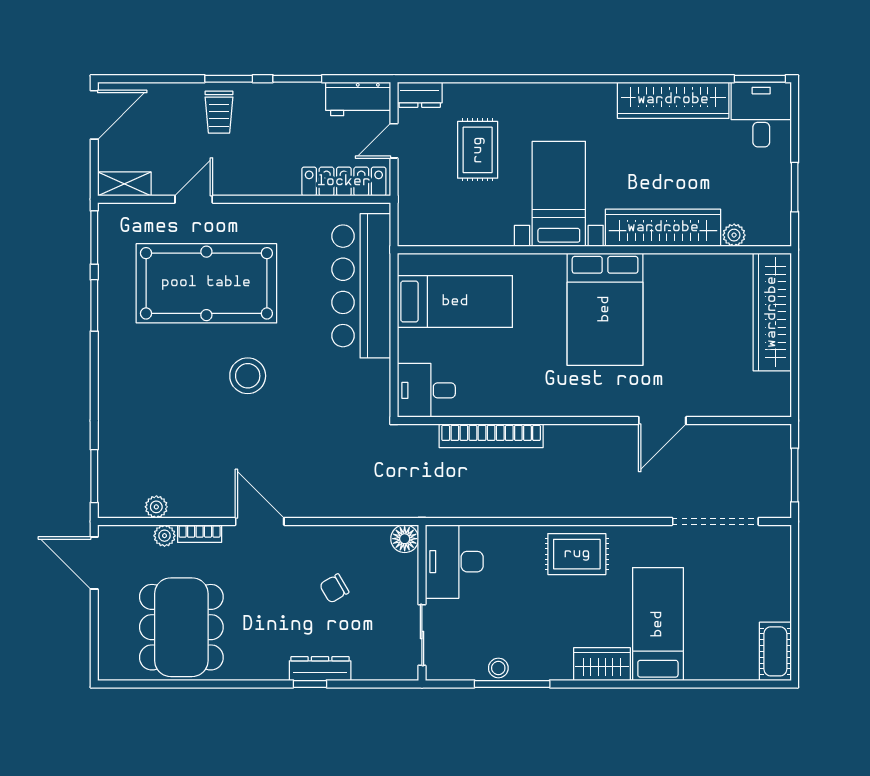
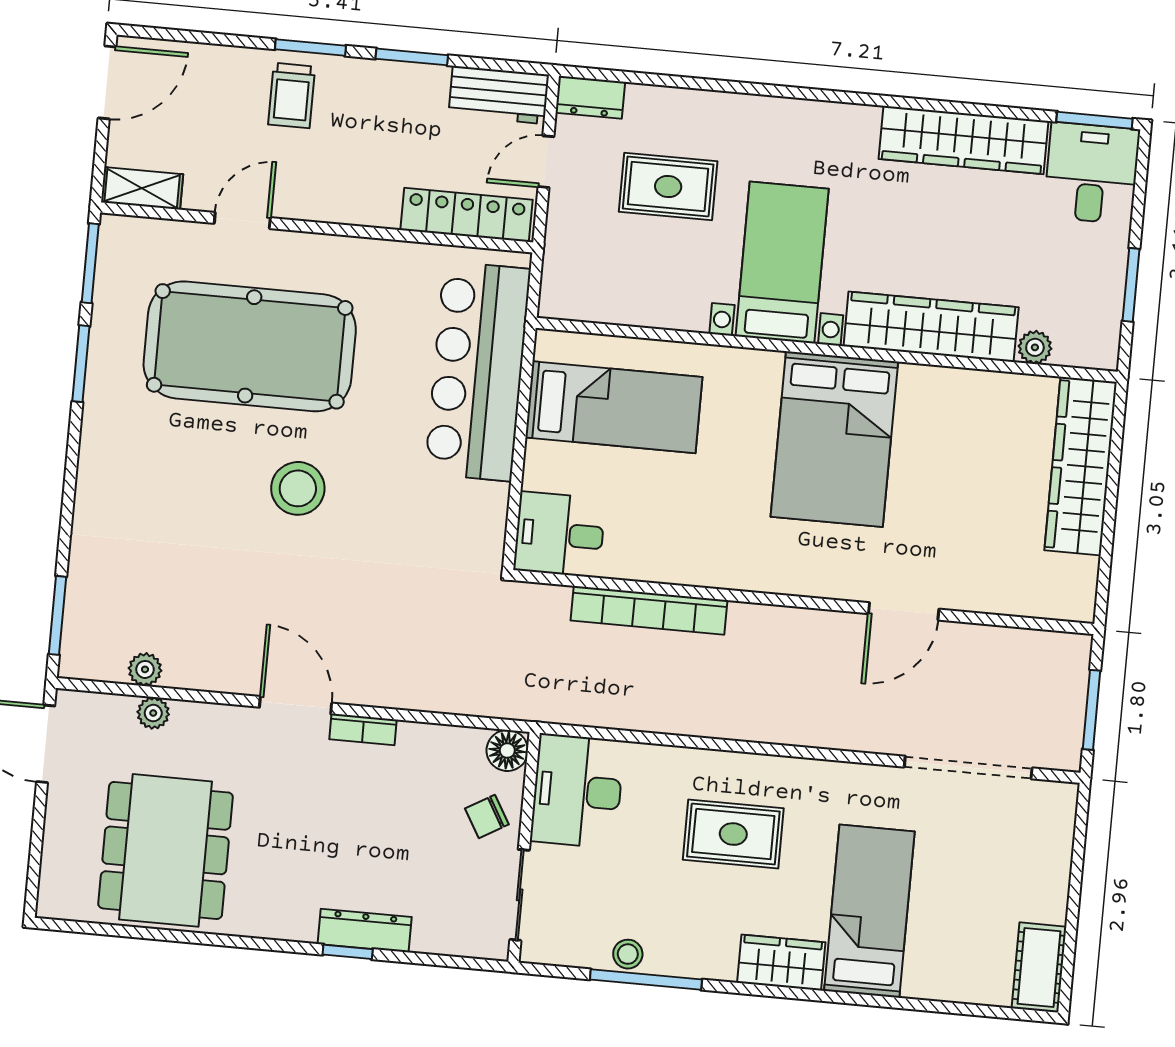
rug: (478, 150) -> (668, 186), turned 90
bookcase: (200, 534) -> (363, 729), moved
rug: (577, 554) -> (733, 834), moved
chair: (334, 588) -> (487, 816), moved

